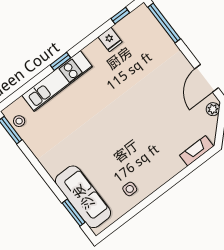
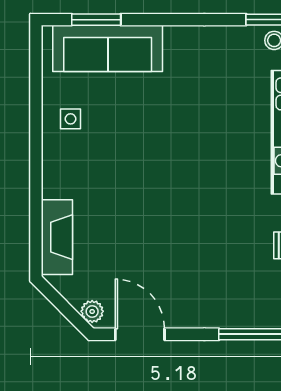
fireplace: (197, 151) -> (57, 237), width x1.37, depth x1.32

